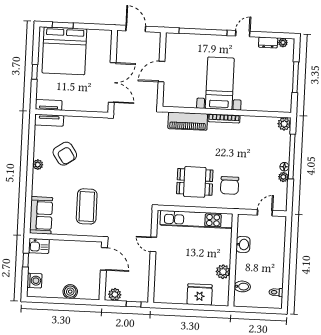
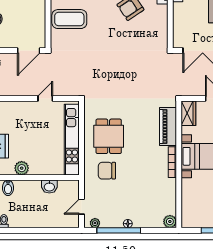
wardrobe: (175, 100) -> (188, 113), added
window: (292, 157) -> (119, 230), moved
plant: (283, 177) -> (95, 223), moved
coffee table: (87, 206) -> (69, 19), moved
door: (265, 213) -> (82, 207), swing flipped

